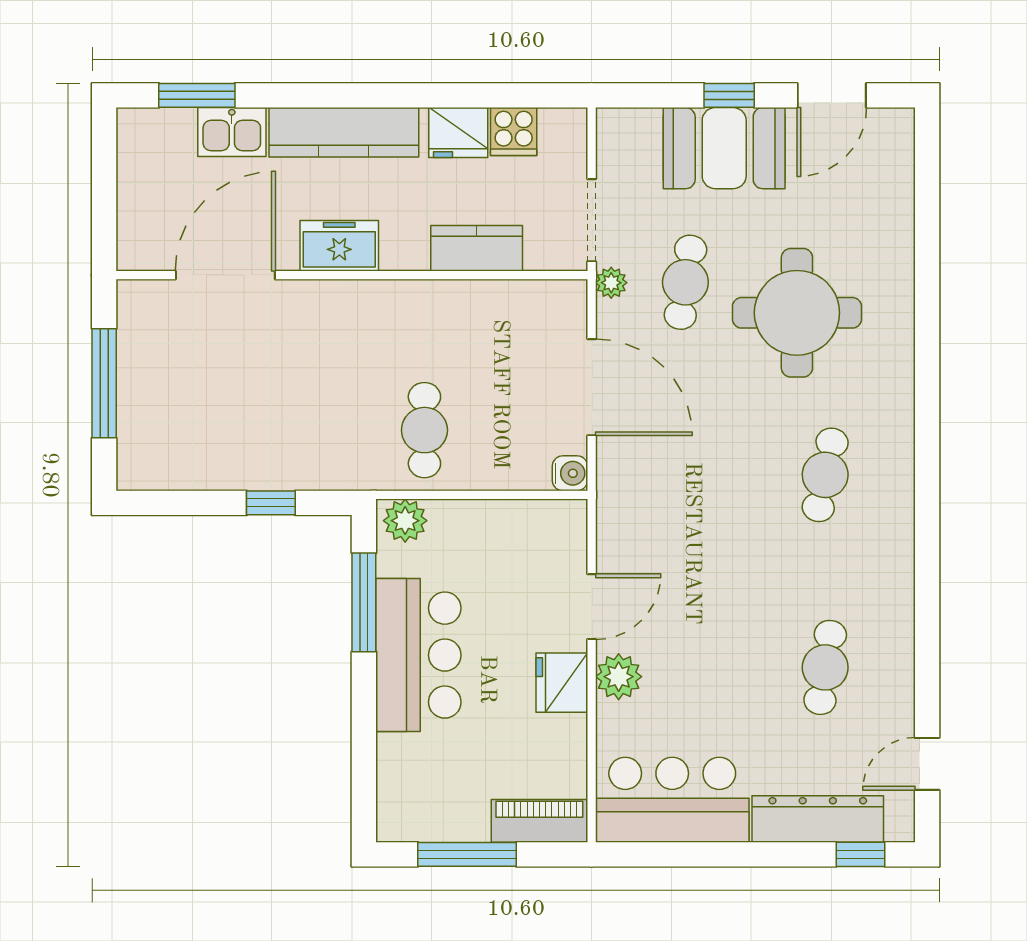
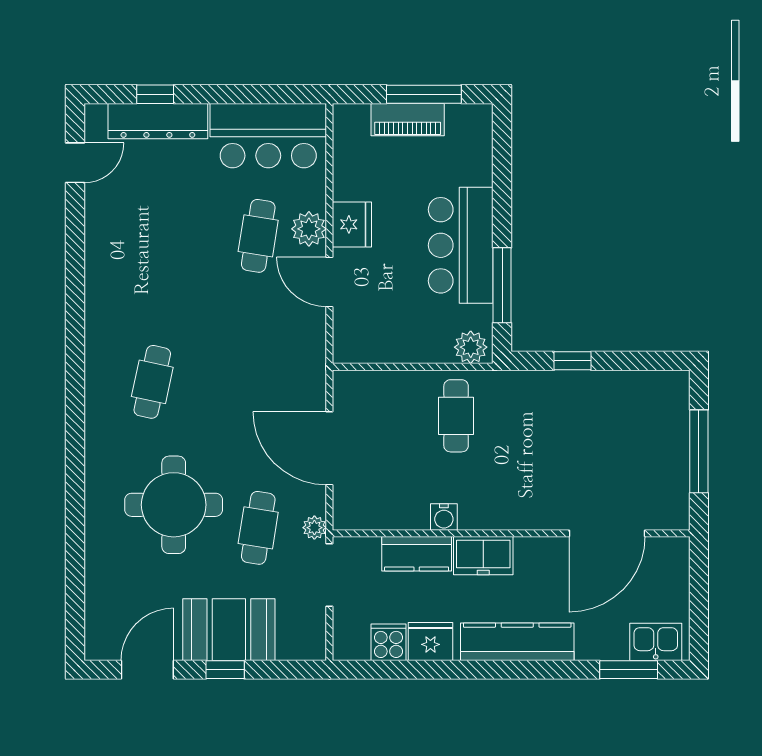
kitchen sink: (232, 132) -> (656, 642), moved
freezer: (339, 246) -> (483, 556), moved
water cooler: (570, 473) -> (444, 517), moved, turned -90
door: (592, 607) -> (329, 282), hinge flipped
cafe table: (825, 667) -> (258, 236), moved
piano: (539, 821) -> (408, 120), moved
window: (860, 854) -> (155, 94), moved

